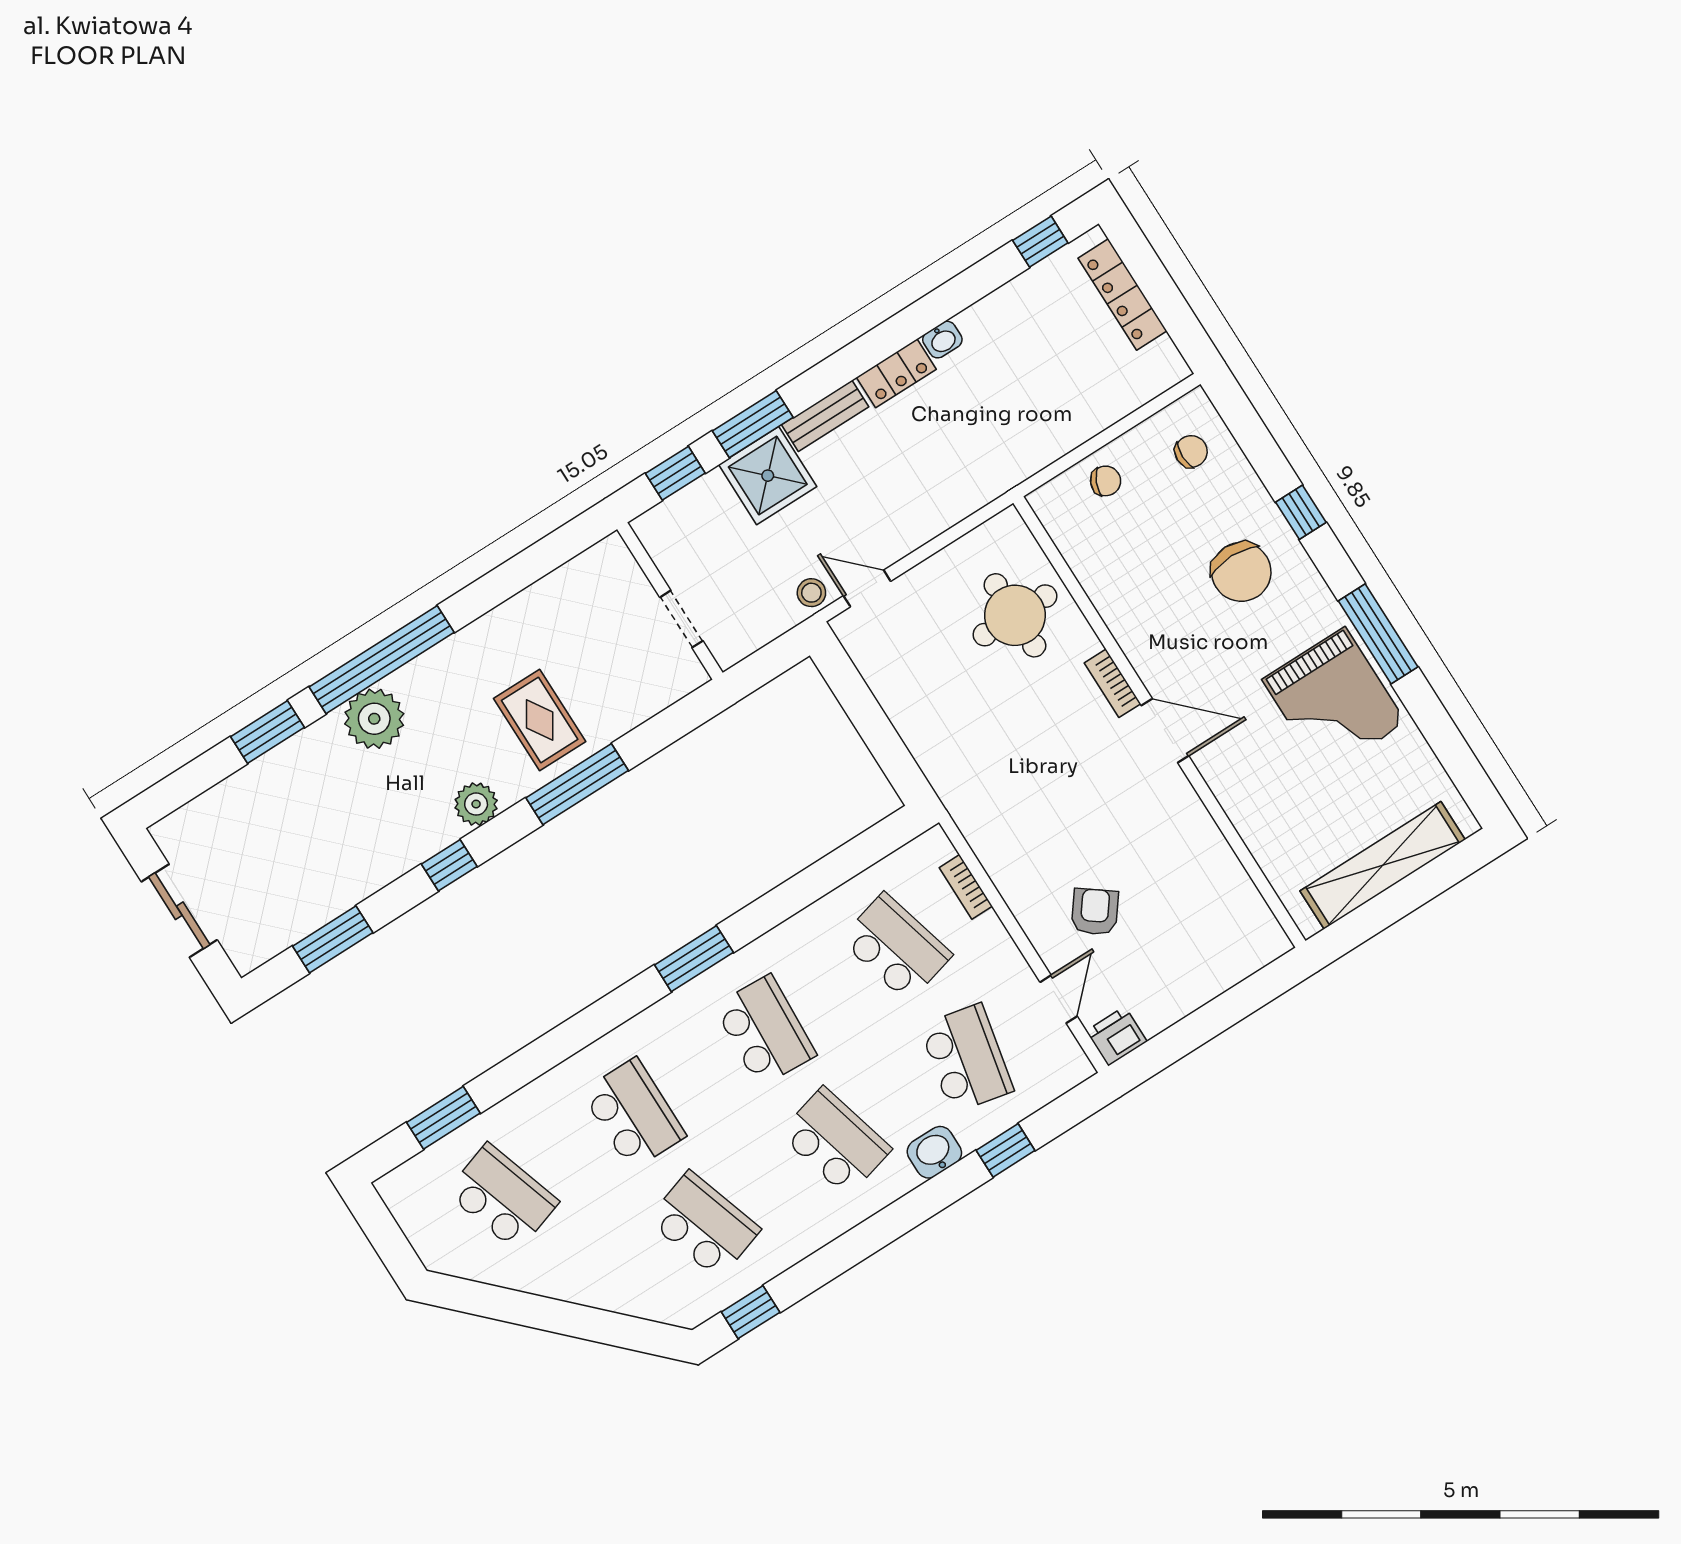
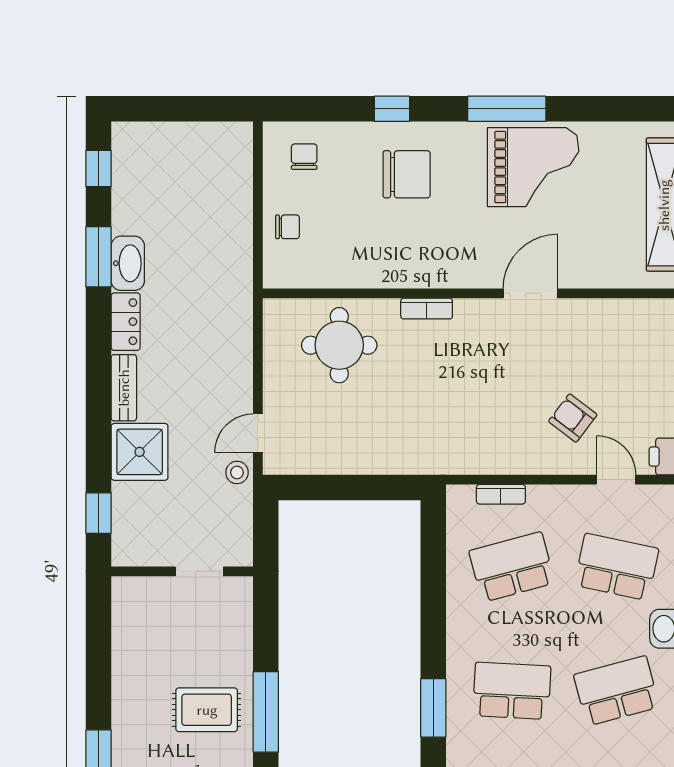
locker: (1122, 295) -> (169, 136), removed
washbasin: (942, 340) -> (128, 263), width x1.91, depth x1.45
window: (753, 424) -> (99, 257), moved
chair: (1106, 481) -> (287, 227), turned 66
door: (1165, 731) -> (530, 293), moved

